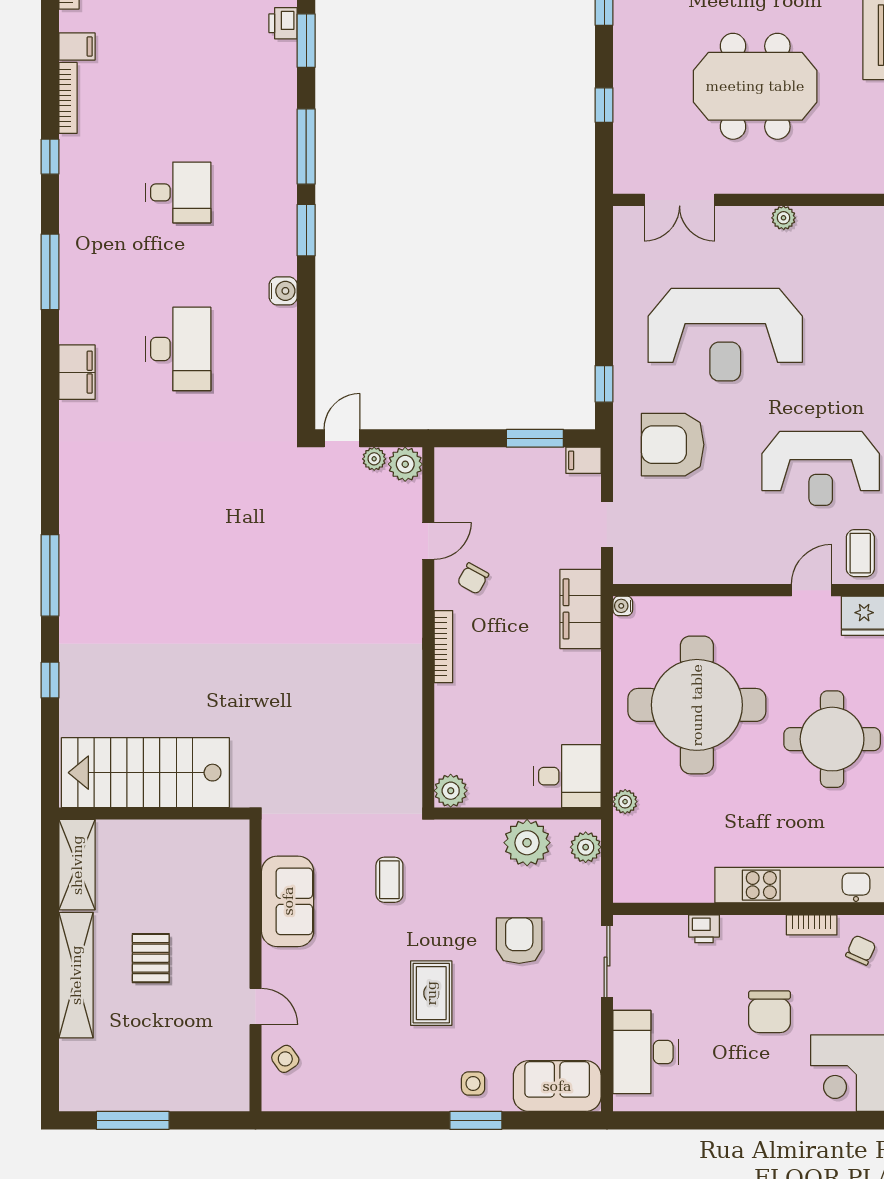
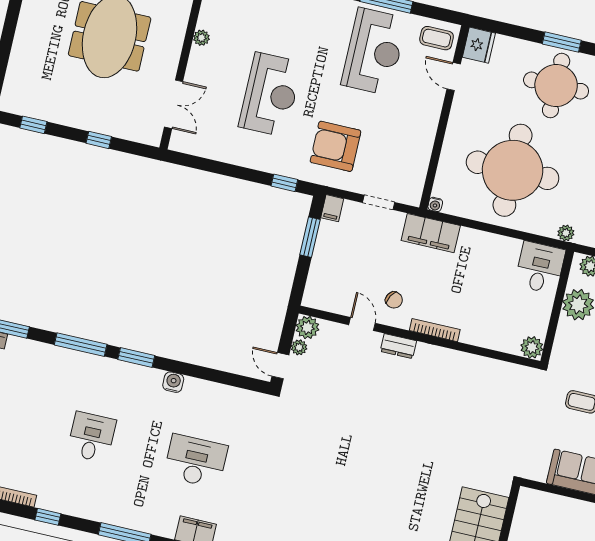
reception desk: (725, 335) -> (270, 95), width x0.74, depth x0.77
armchair: (673, 445) -> (335, 146), turned 90
dresser: (409, 600) -> (398, 346), added

